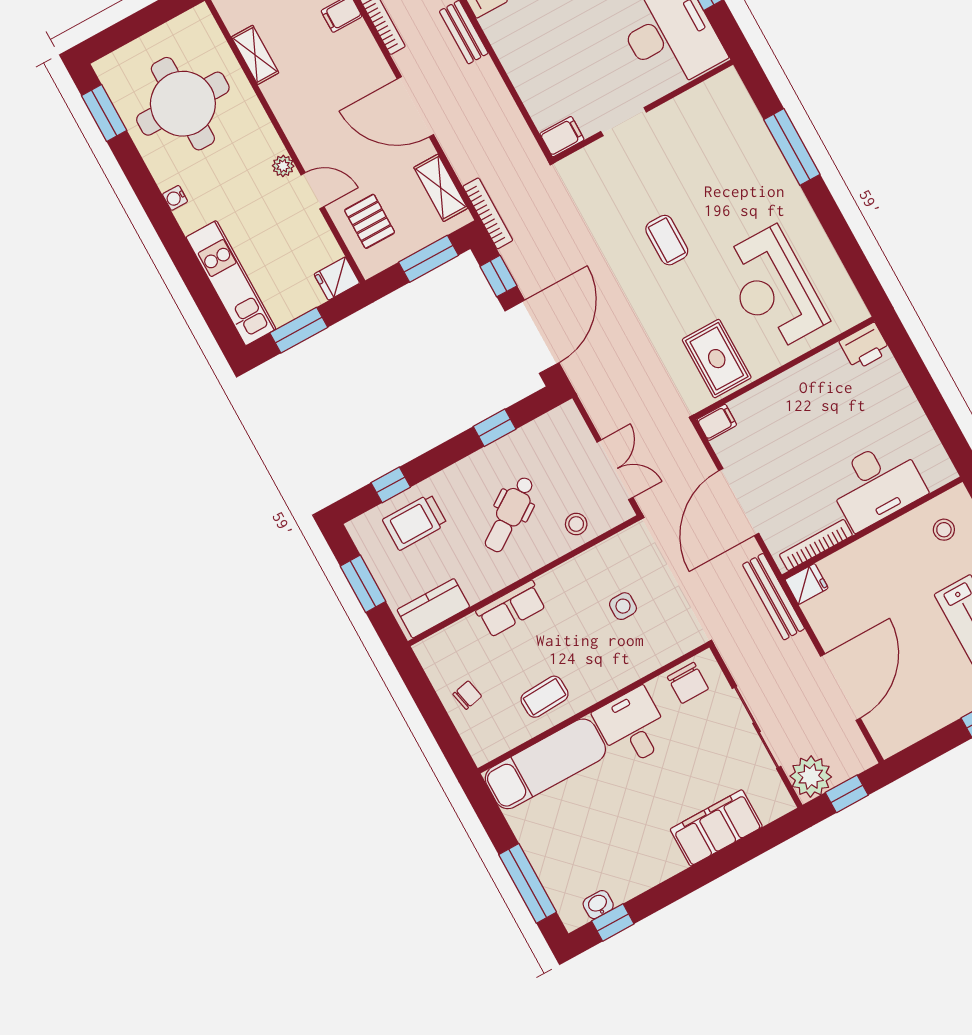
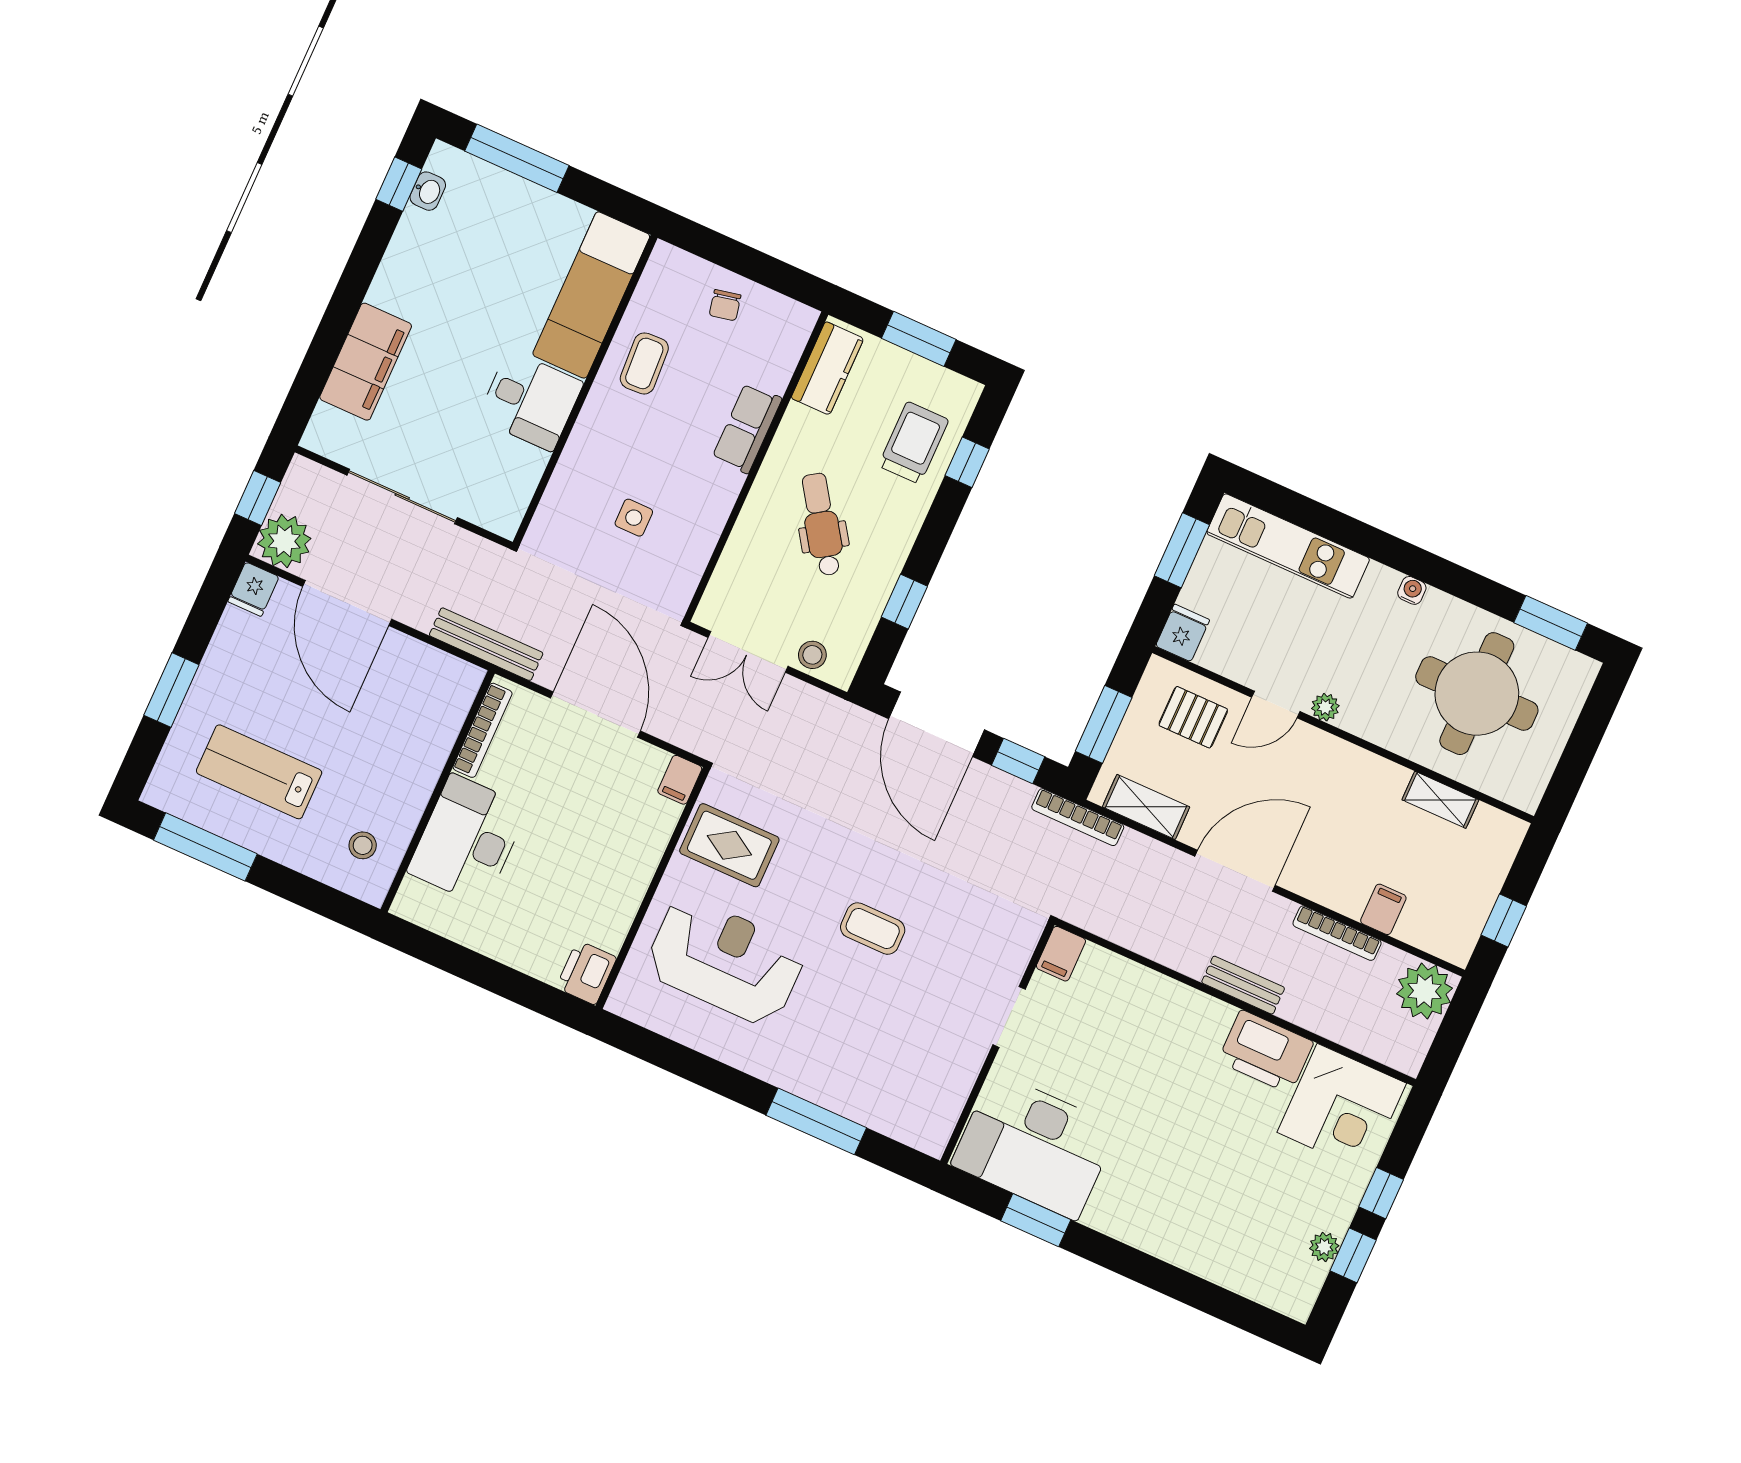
stool: (576, 524) -> (812, 655), moved
fridge: (807, 584) -> (253, 589), moved
chair: (688, 683) -> (507, 489), removed
plant: (811, 777) -> (284, 541), moved

